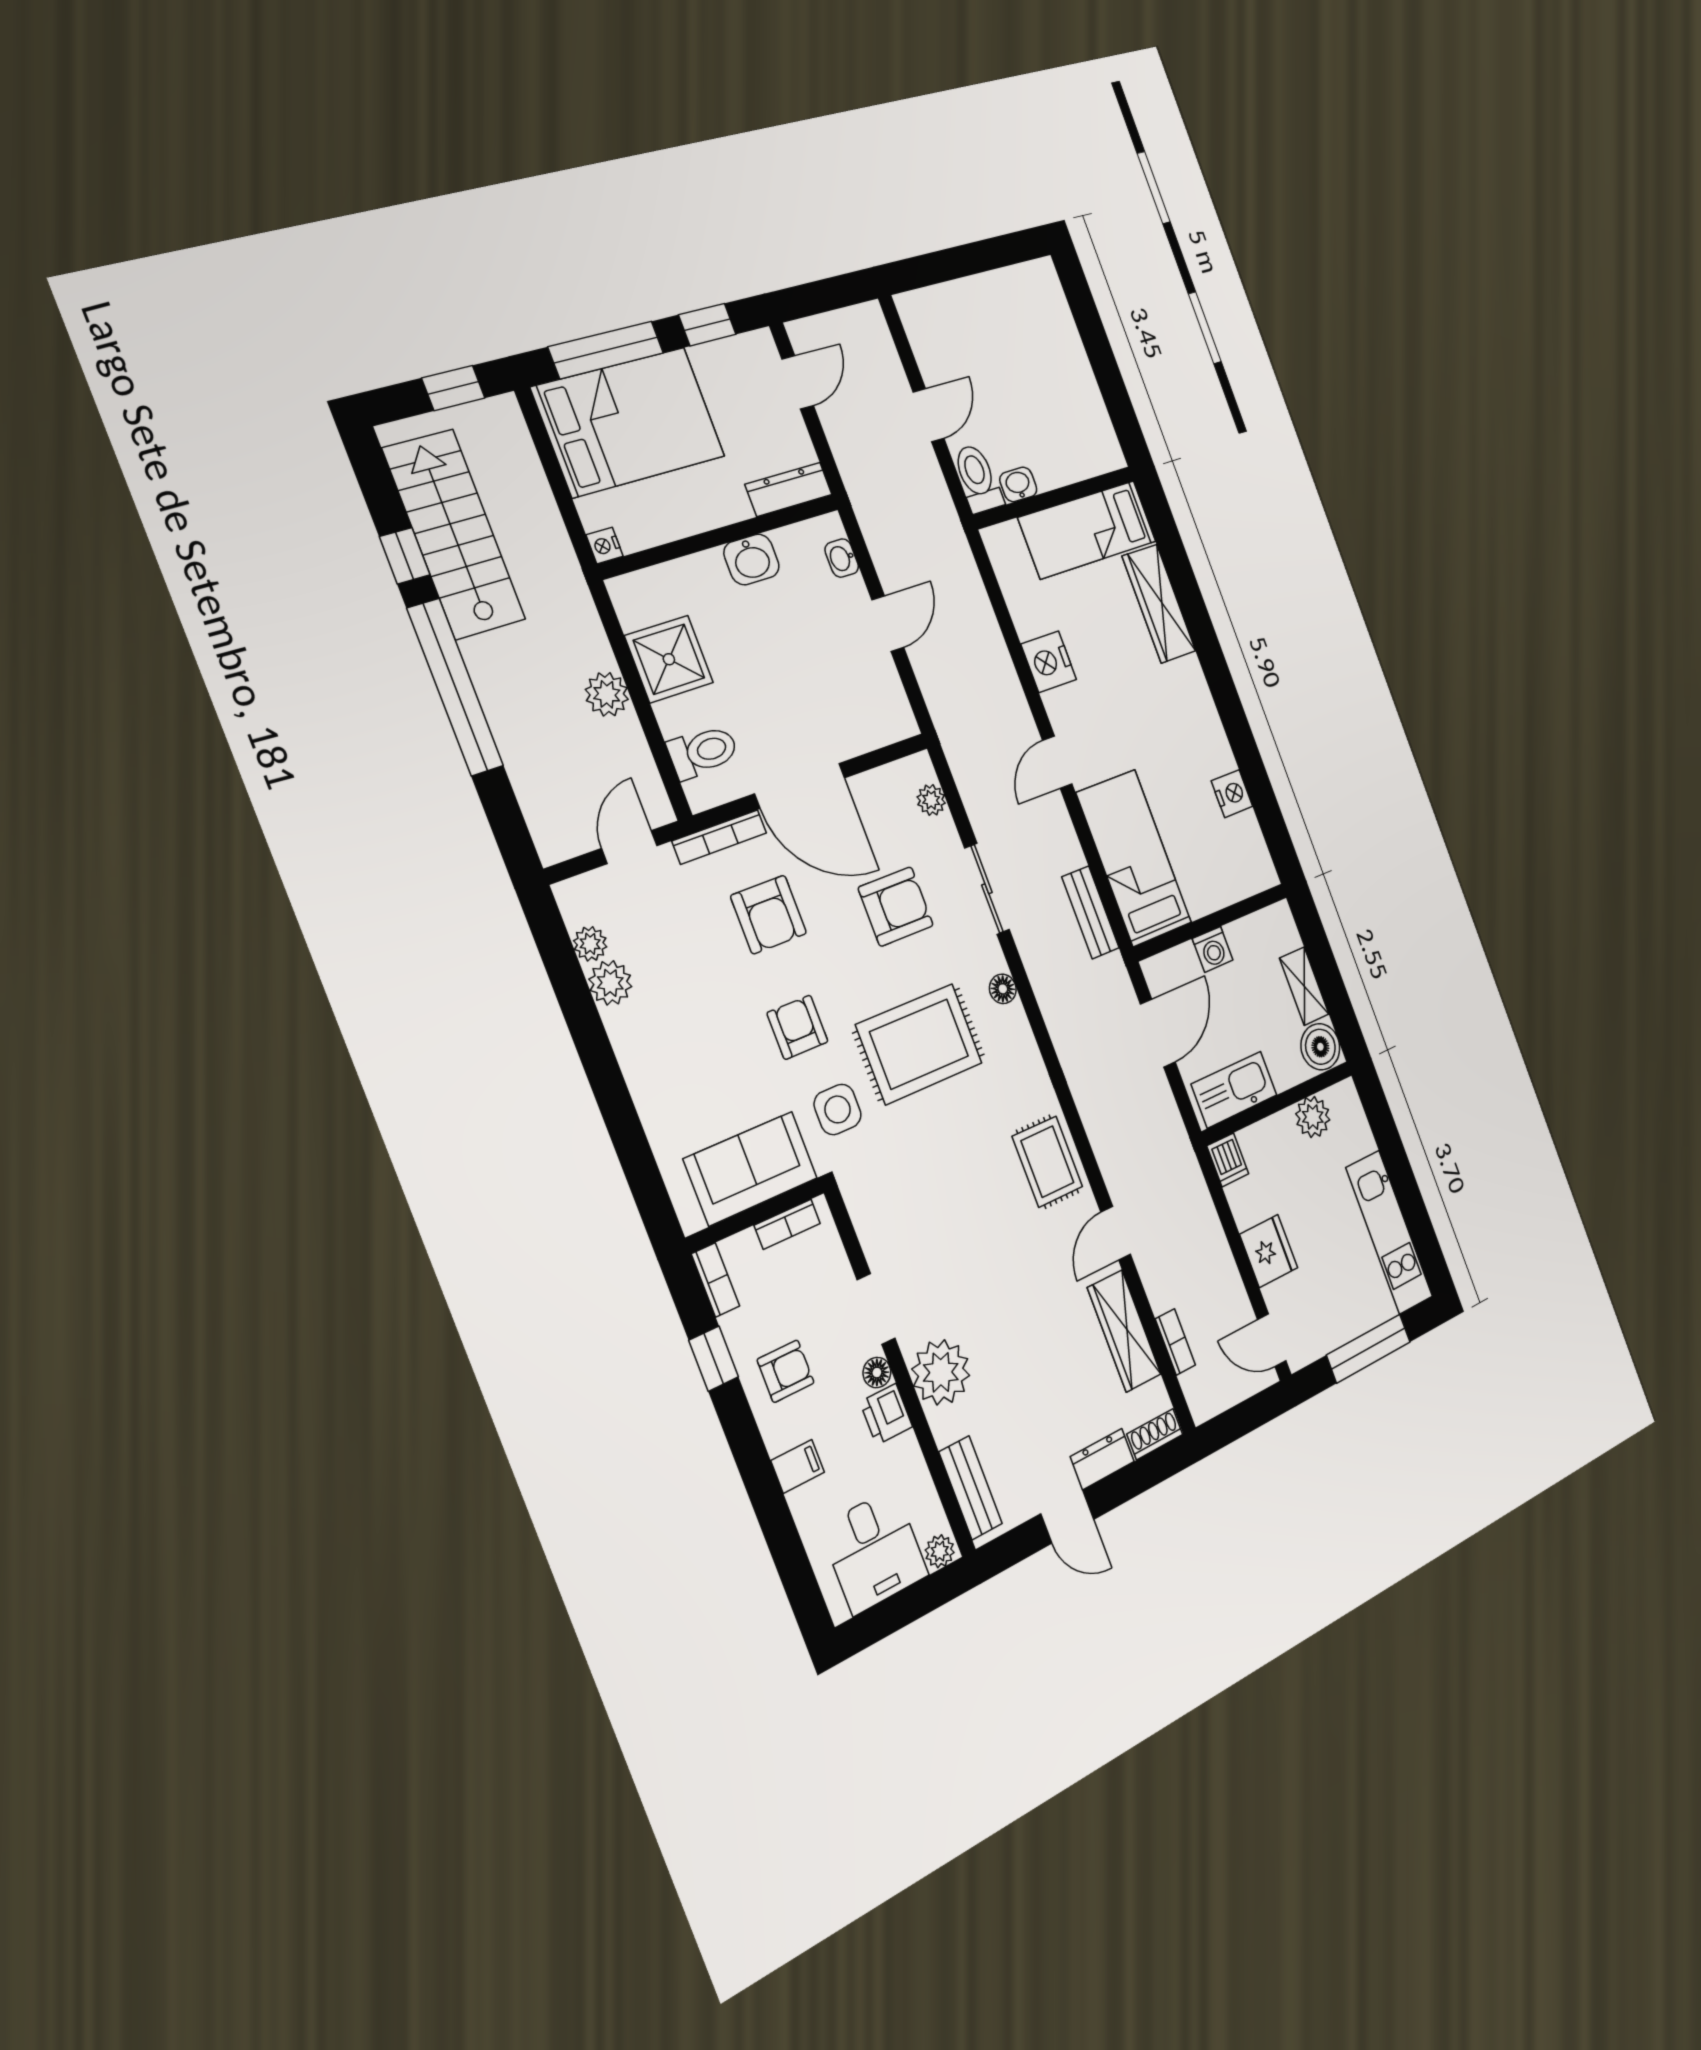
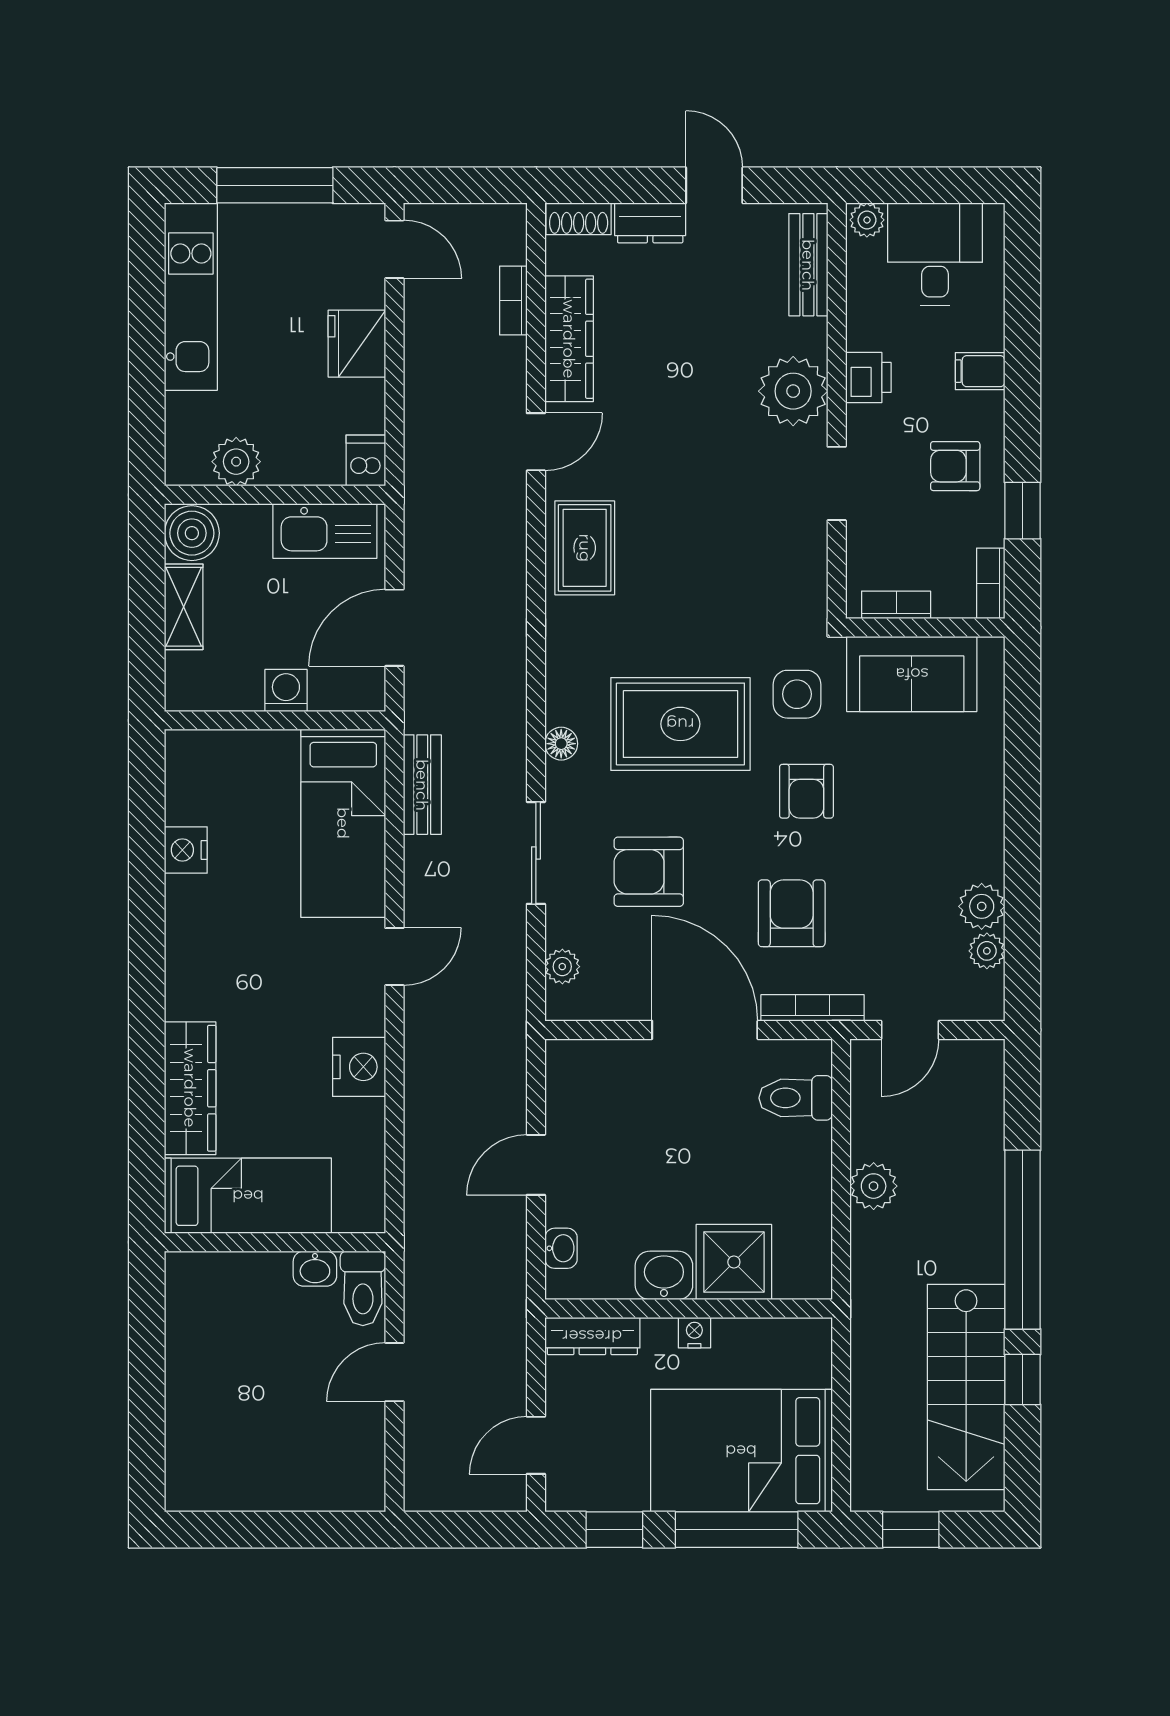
nightstand: (605, 546) -> (694, 1333), moved, turned -90
shower: (669, 659) -> (734, 1262), moved
floor lamp: (877, 1373) -> (861, 422), removed

